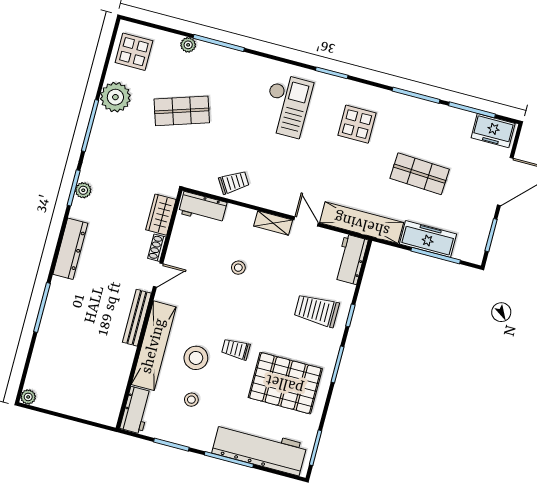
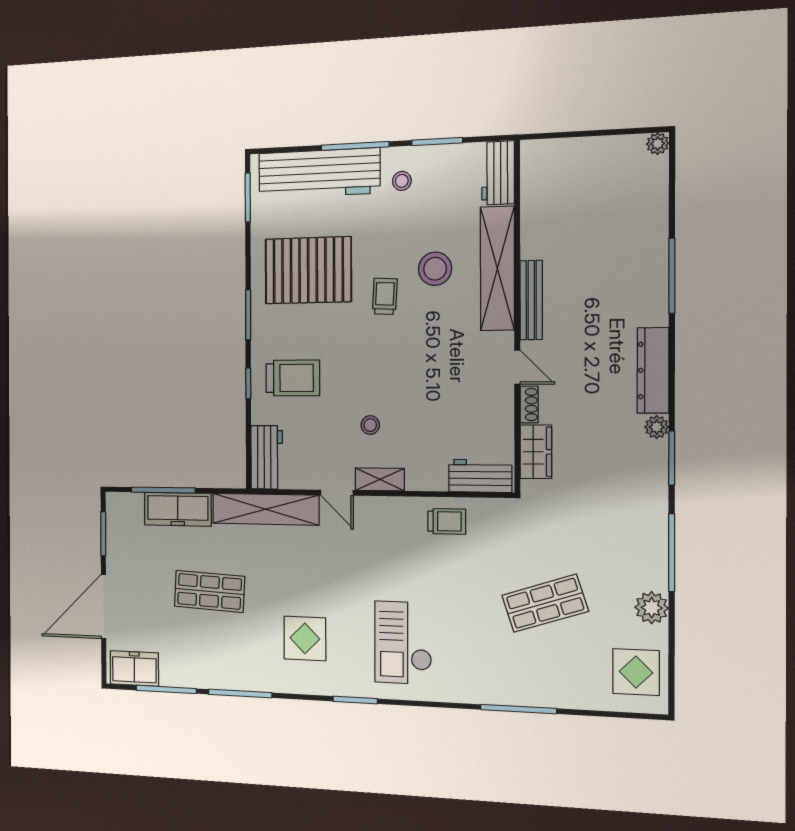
plant: (188, 45) -> (561, 698), removed
plant: (115, 97) -> (652, 608), width x0.73, depth x0.73
trolley: (234, 182) -> (447, 521), turned -148
plant: (83, 190) -> (657, 427), moved
stool: (238, 268) -> (370, 425), moved
door: (158, 275) -> (517, 367), swing flipped
trolley: (236, 349) -> (385, 296), turned -87
stool: (191, 400) -> (402, 181), moved

